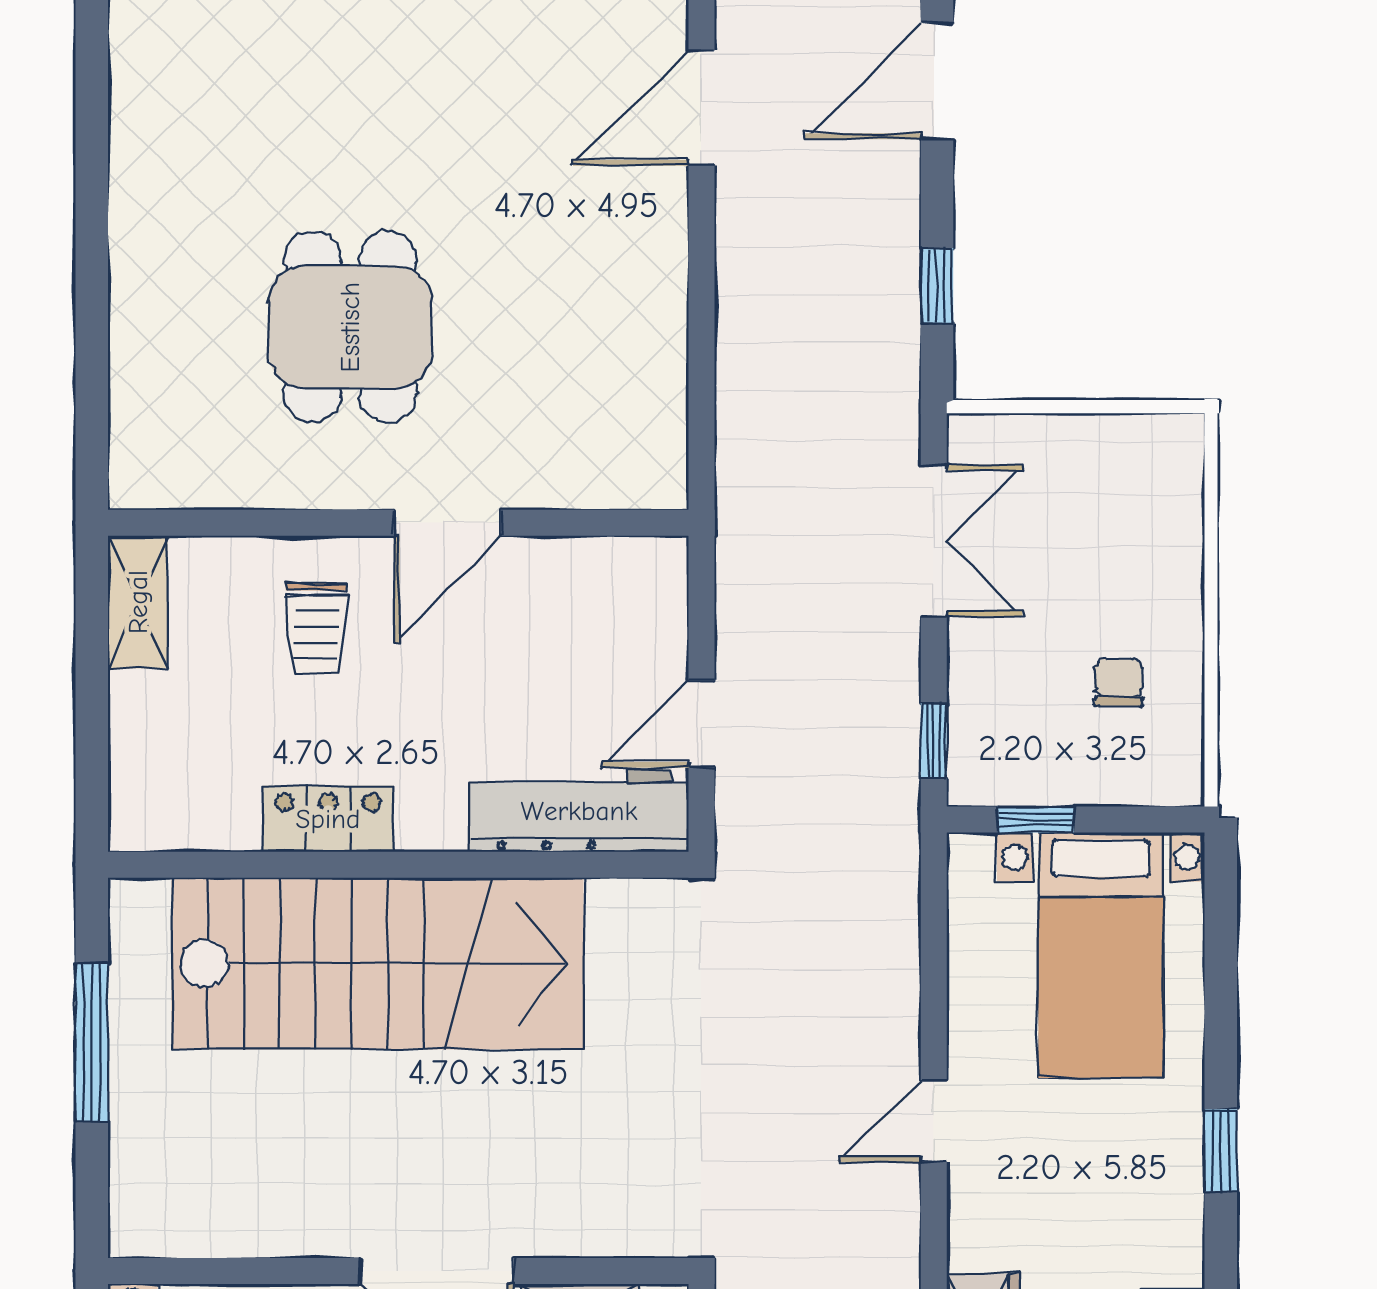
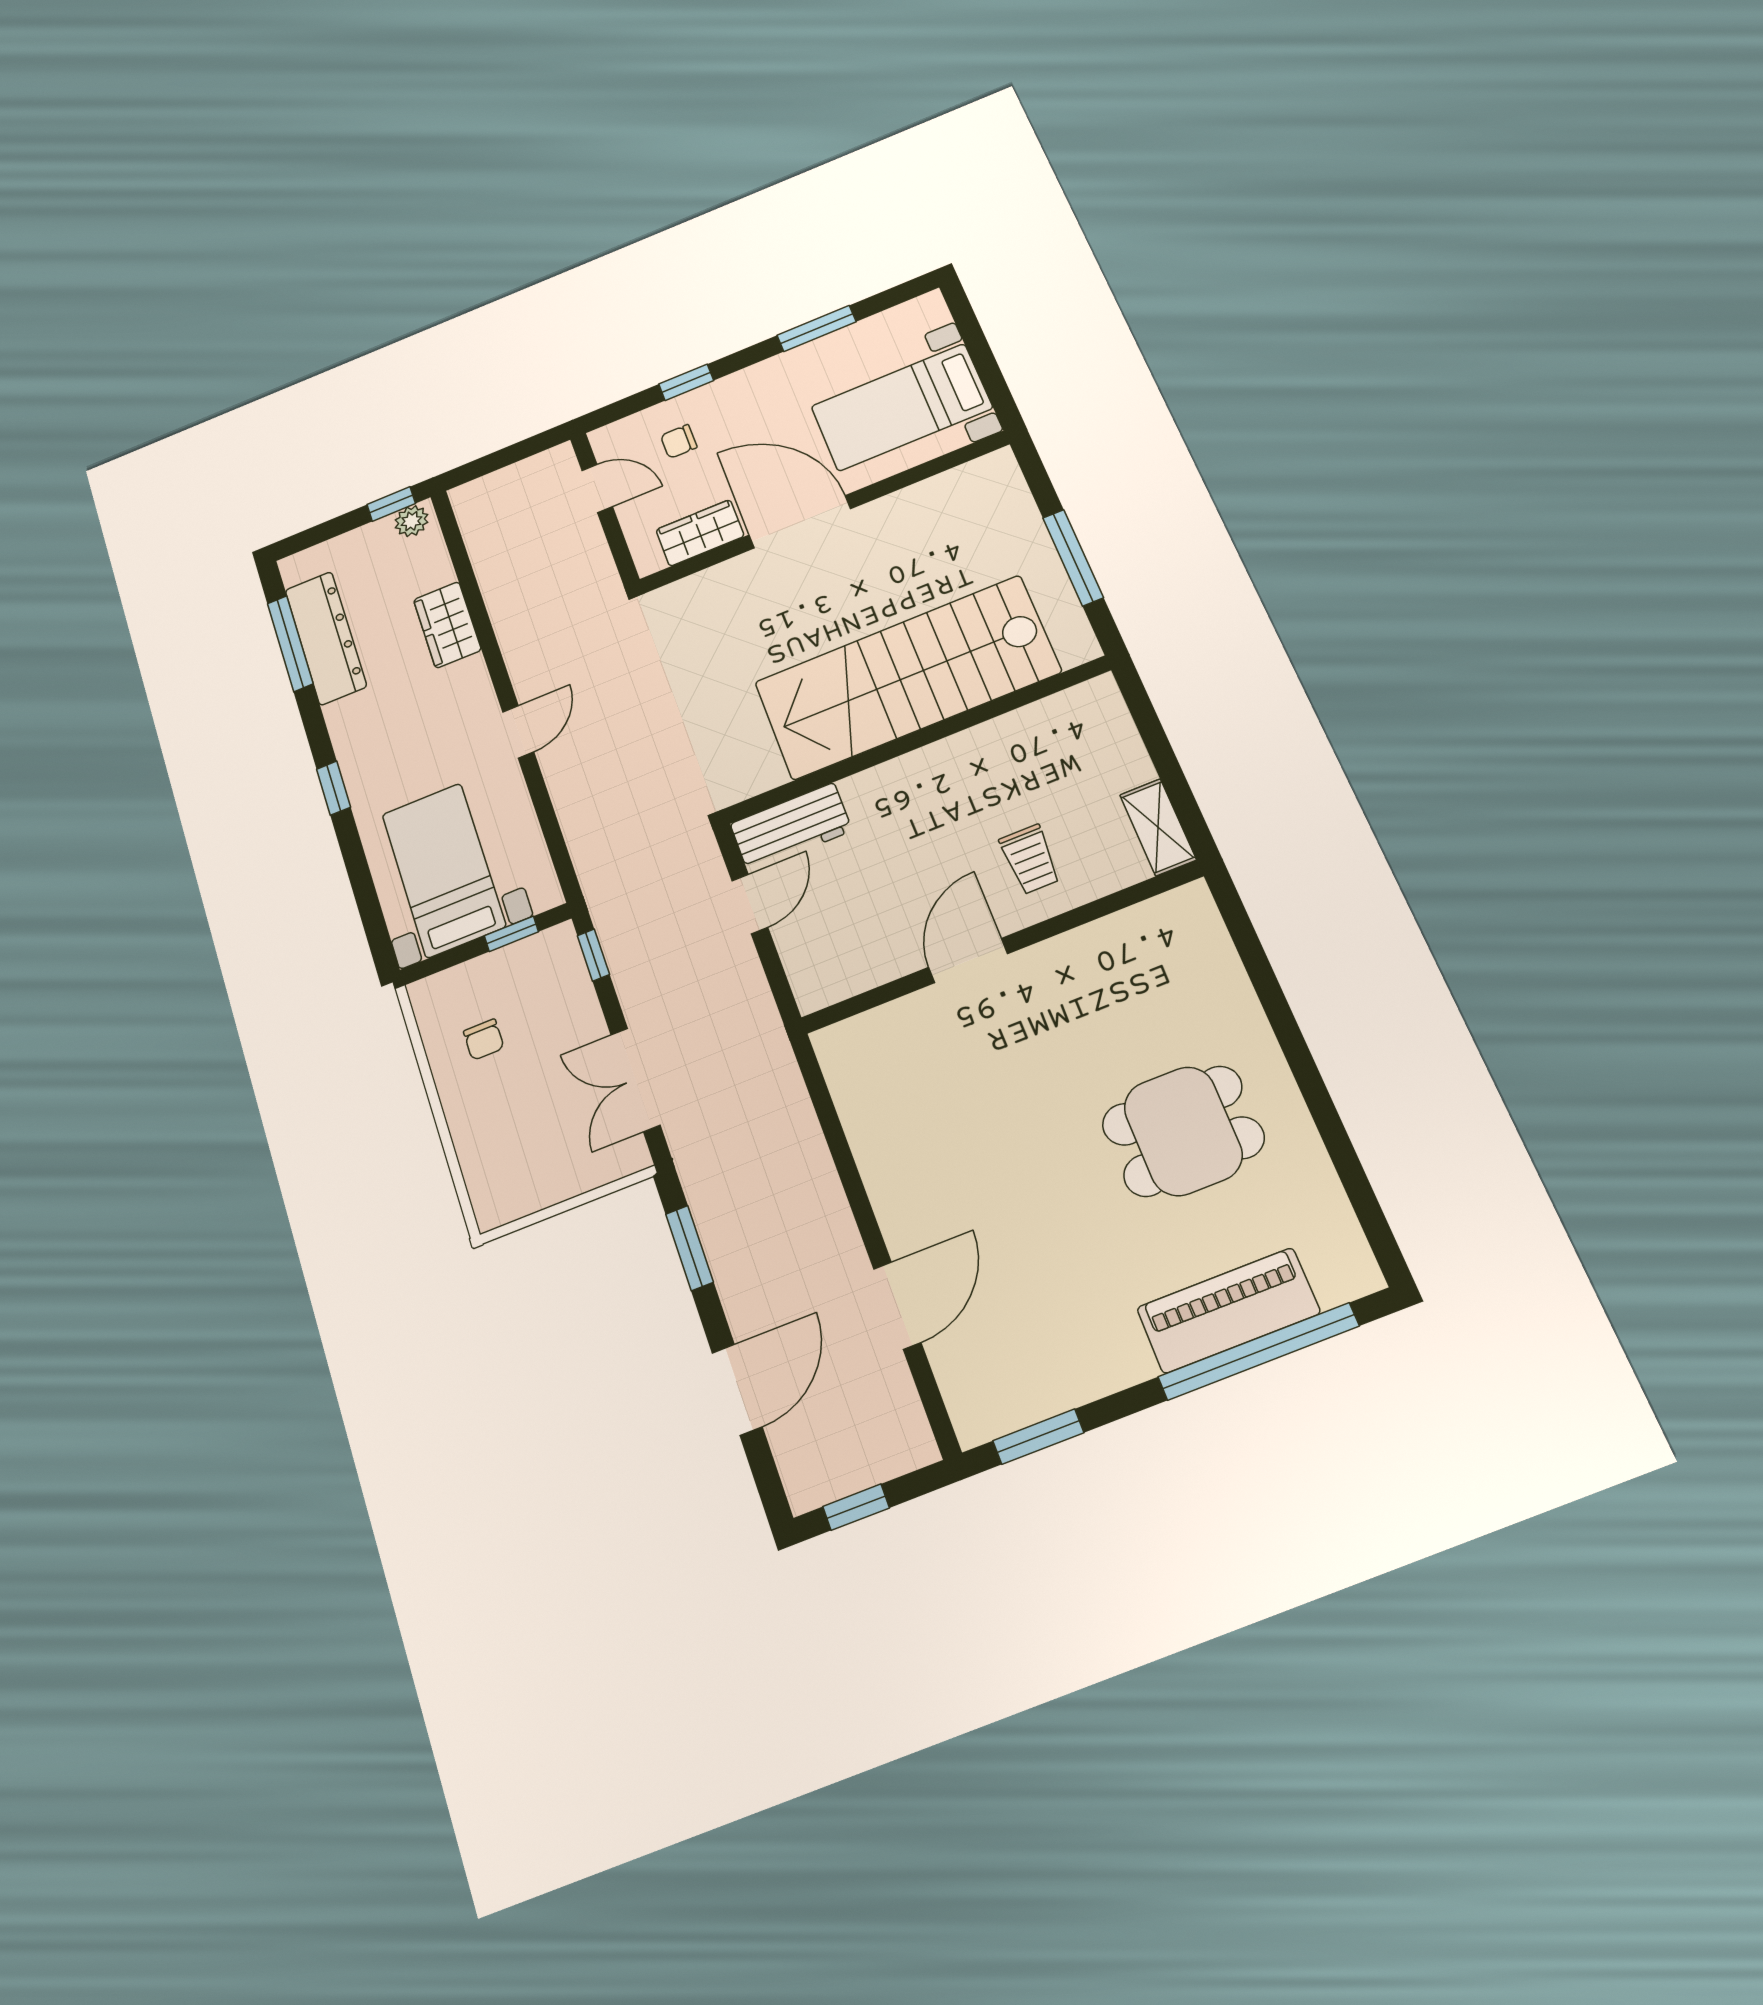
window: (937, 286) -> (689, 1248), width x1.50
dining table: (350, 327) -> (1183, 1131), moved, turned 90
trolley: (316, 629) -> (1030, 859), turned 180
workbench: (579, 811) -> (791, 827), width x0.73
locker: (328, 819) -> (974, 748), removed

